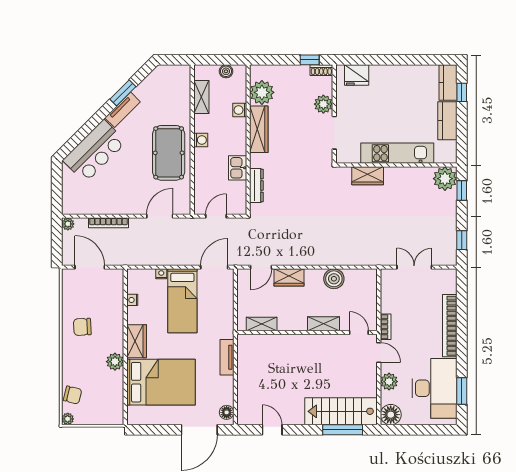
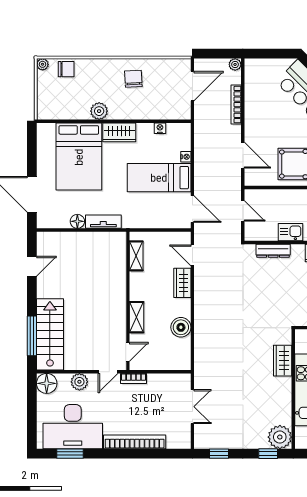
chair: (73, 395) -> (66, 69), turned -104
floor lamp: (227, 412) -> (77, 221), moved

